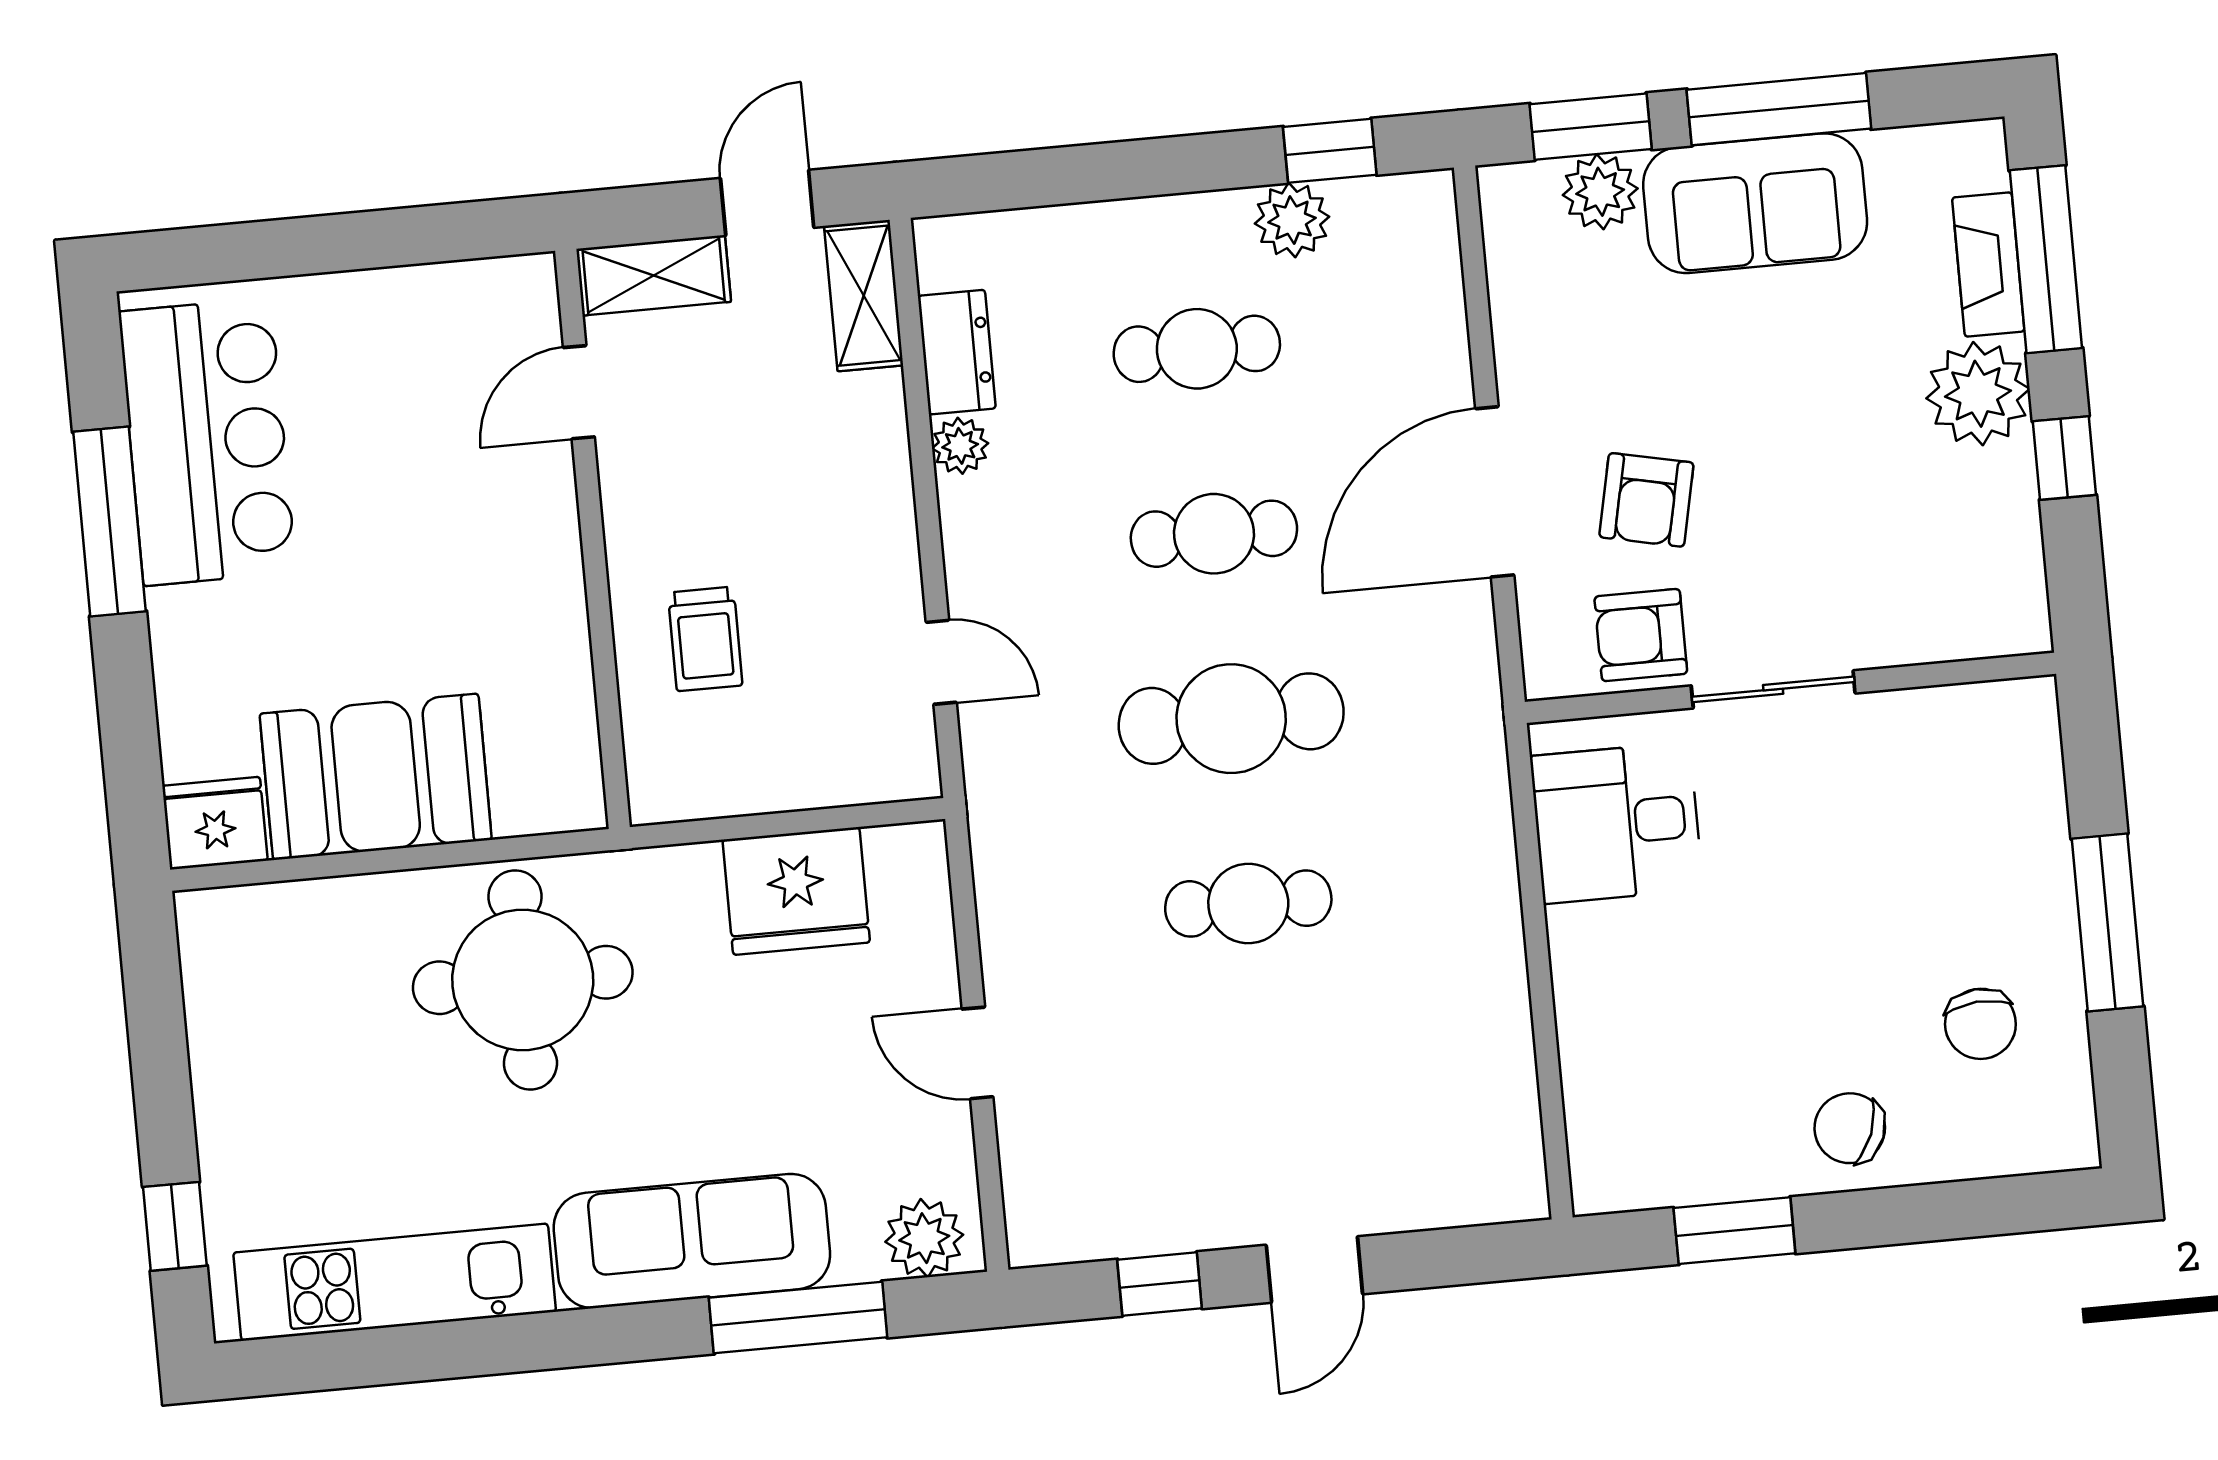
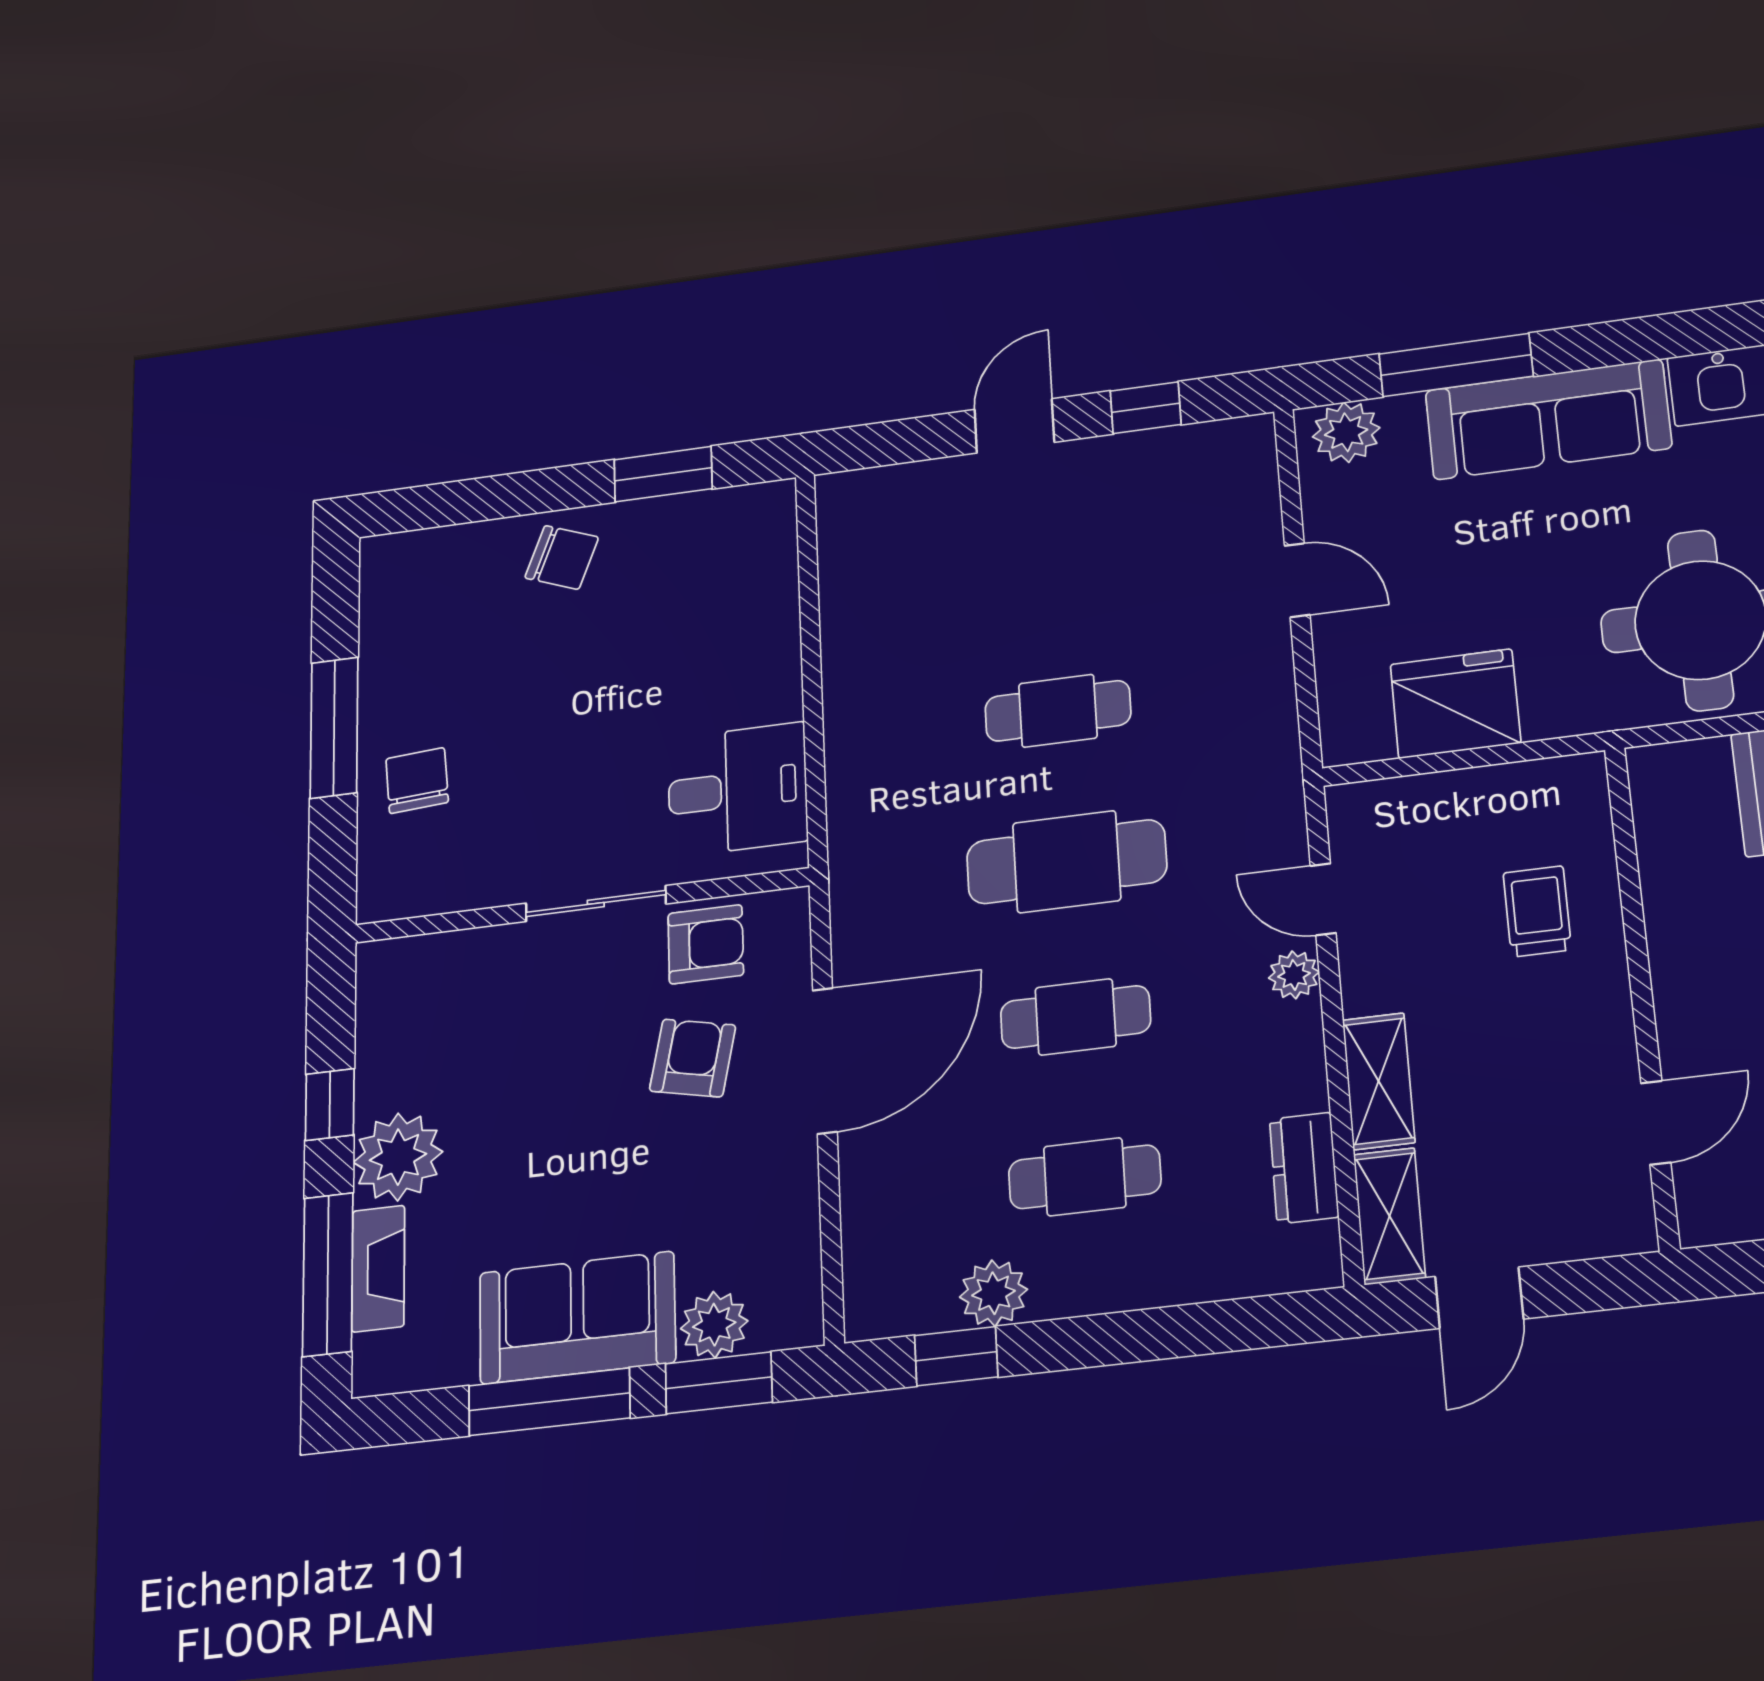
shelving: (654, 275) -> (1379, 1081), moved, turned 90
plant: (960, 446) -> (1294, 975), moved
chair: (1980, 1024) -> (417, 781), moved

